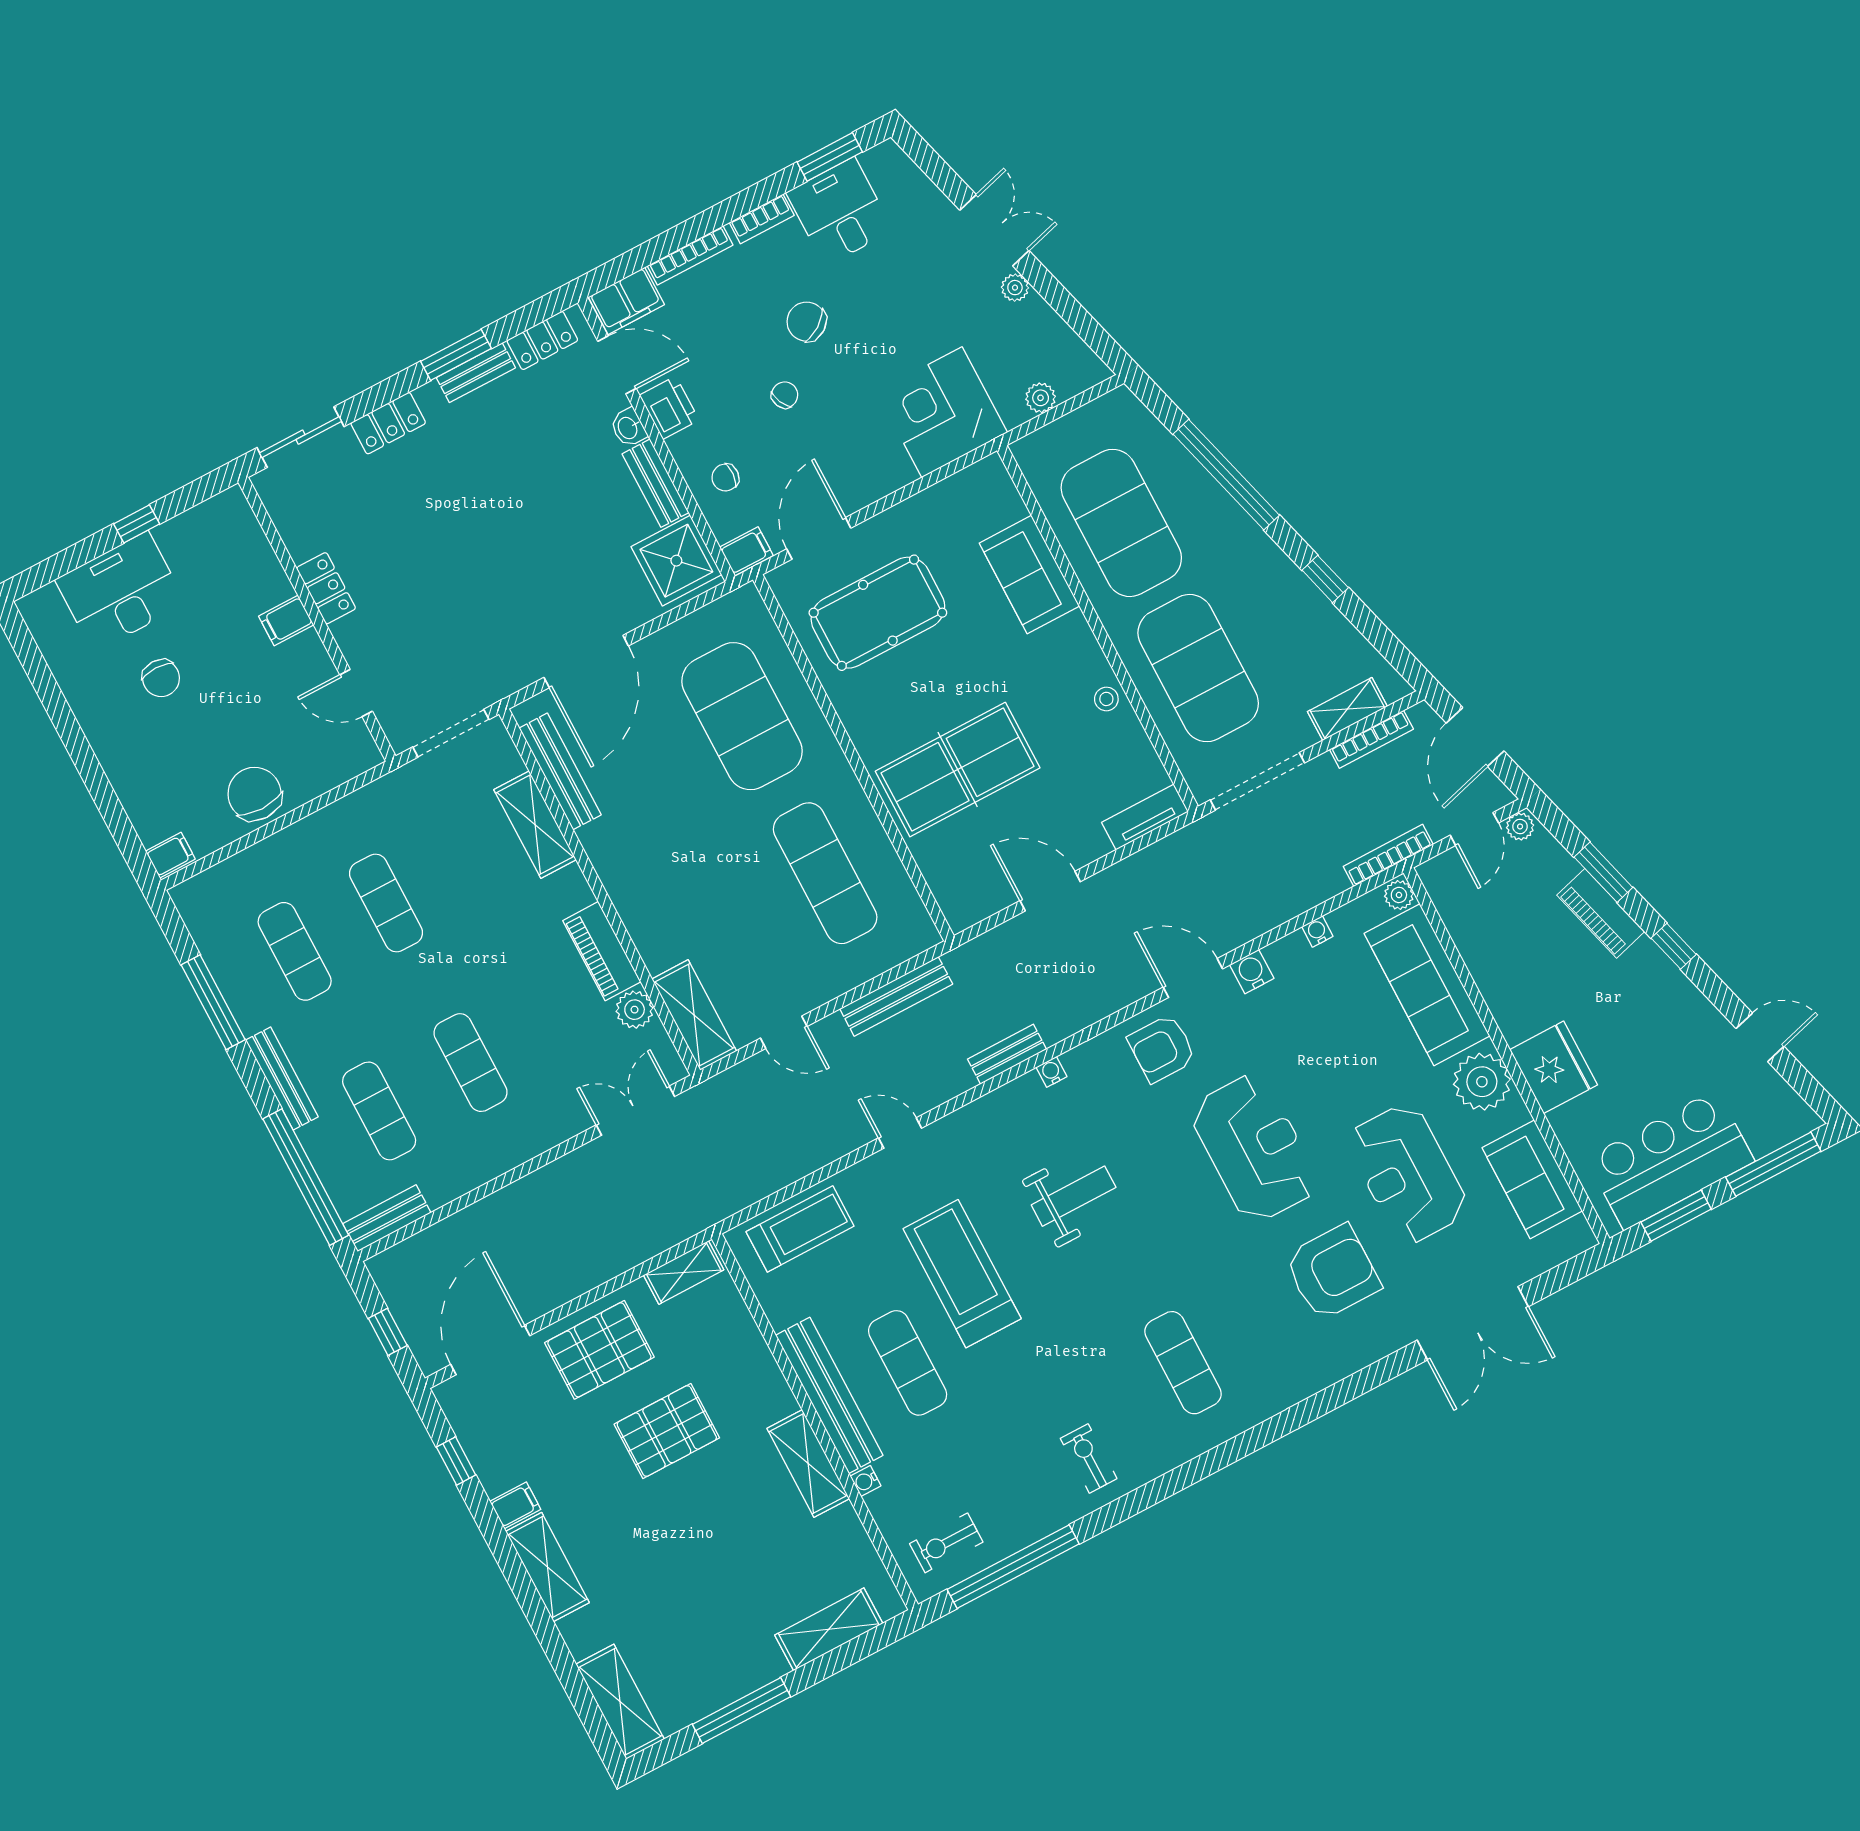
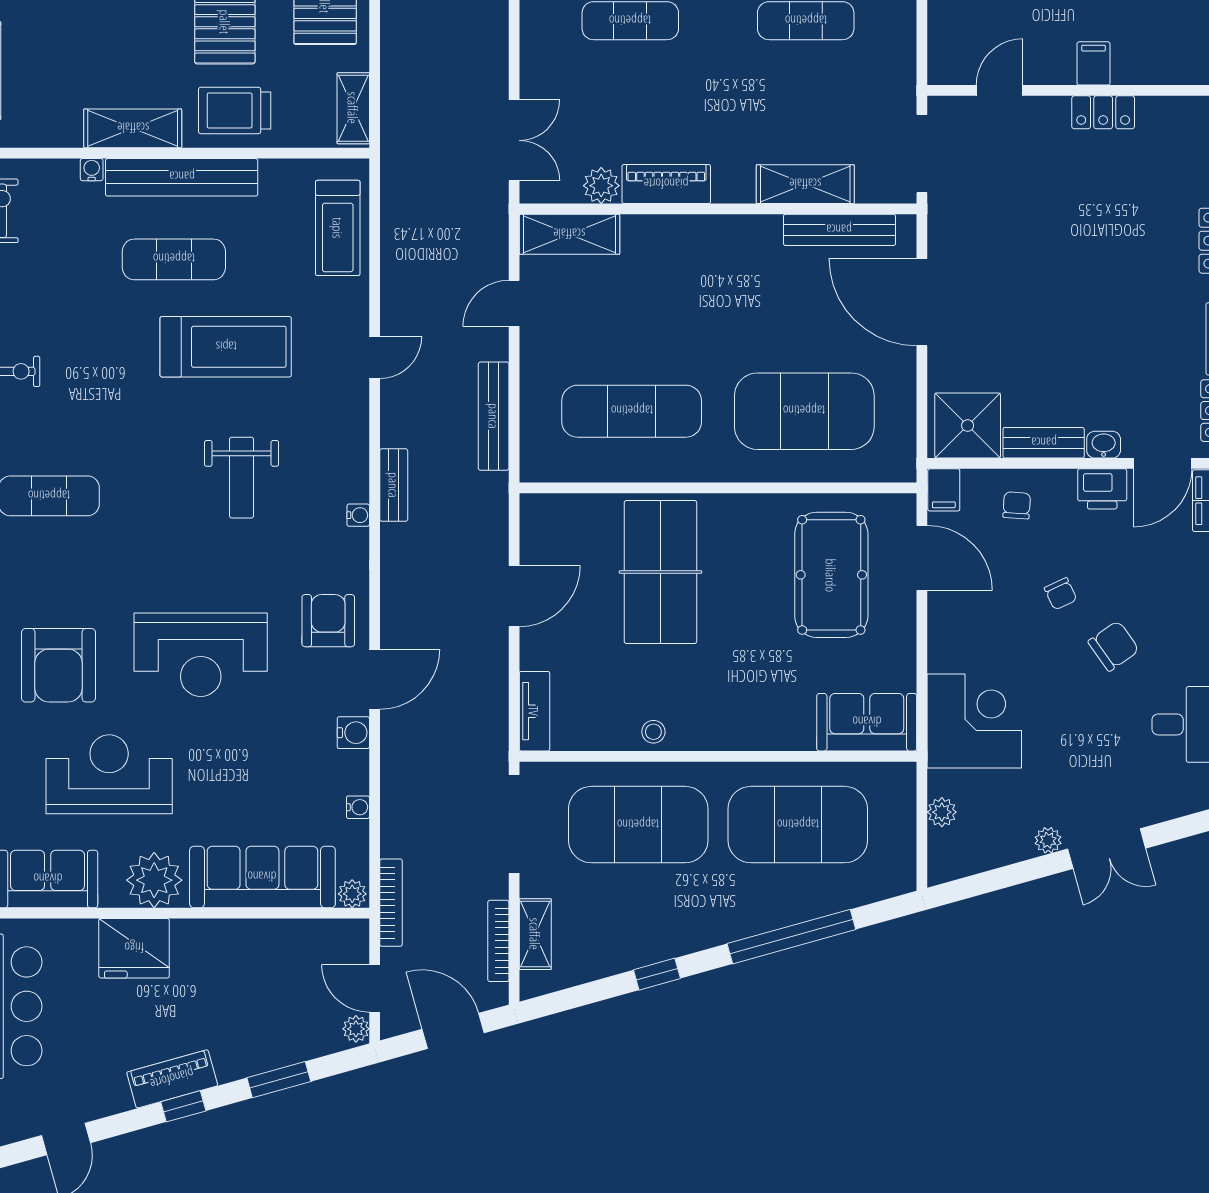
sofa: (1029, 575) -> (867, 722), moved
piano: (1601, 913) -> (172, 1079), moved
trolley: (743, 1379) -> (235, 110), added

